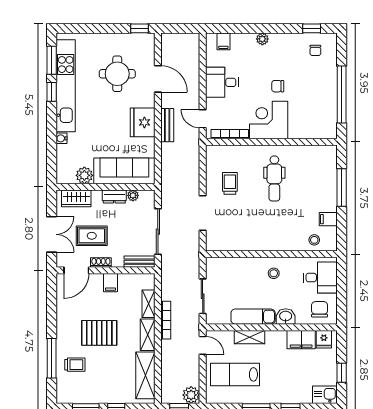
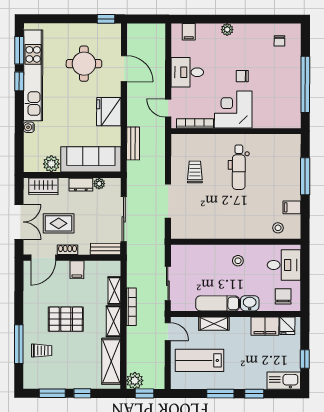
window: (312, 28) -> (276, 19), removed
bench: (167, 125) -> (133, 143), moved
plant: (191, 395) -> (135, 381), moved
kitchen sink: (325, 395) -> (284, 381), width x1.38

